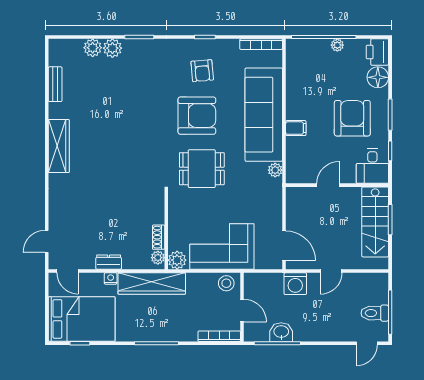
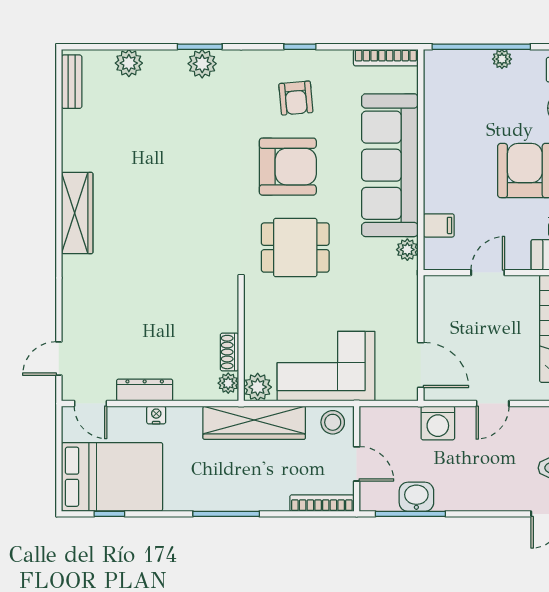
plant: (112, 48) -> (202, 64), moved
bench: (55, 84) -> (72, 82), moved
filing cabinet: (296, 128) -> (439, 225), moved
dresser: (109, 262) -> (145, 390), width x1.44
wardrobe: (152, 284) -> (254, 423), moved

